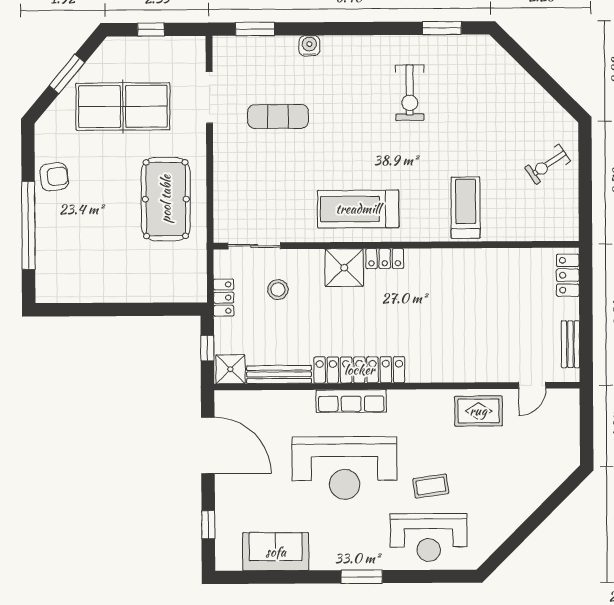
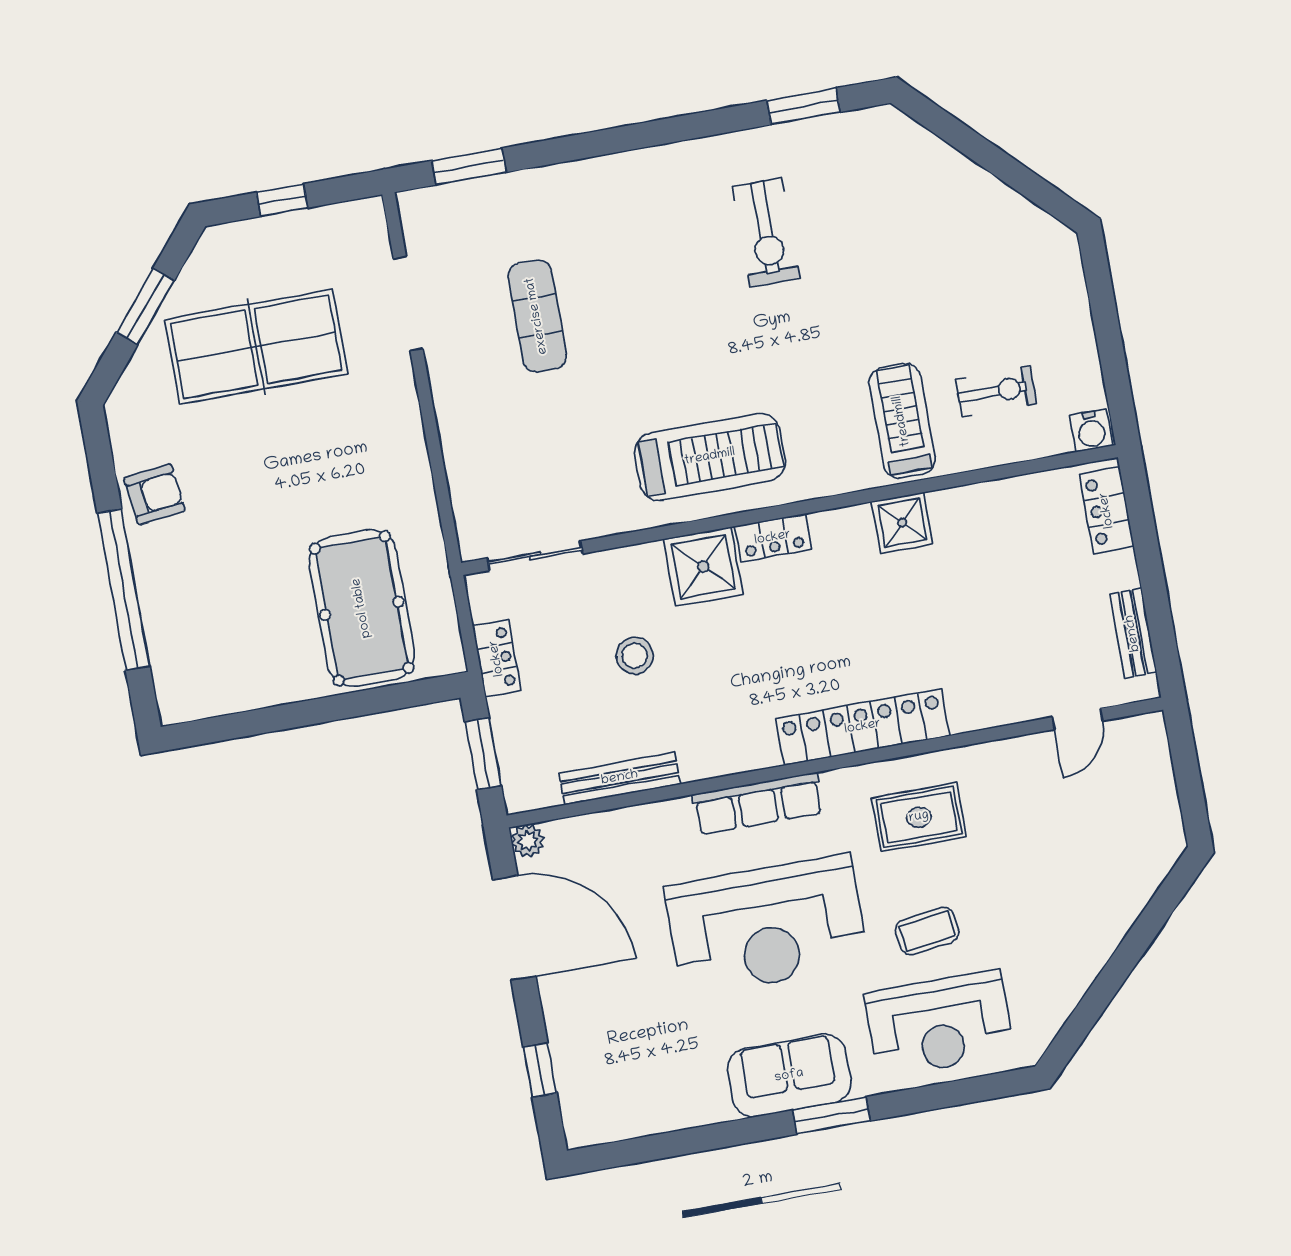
water cooler: (309, 46) -> (1091, 431), moved, turned 180
exercise mat: (278, 116) -> (537, 316), turned 90
exercise bike: (548, 164) -> (996, 391), moved, turned -146
pool table: (166, 199) -> (362, 608), moved
treadmill: (358, 209) -> (710, 457), turned 180
stool: (278, 290) -> (635, 656), moved
window: (207, 348) -> (483, 754), width x1.50
shower: (230, 369) -> (902, 523), moved
locker: (359, 370) -> (863, 727), moved
plant: (223, 399) -> (528, 841), added
rug: (478, 411) -> (919, 817), moved
sofa: (276, 552) -> (789, 1076), moved

